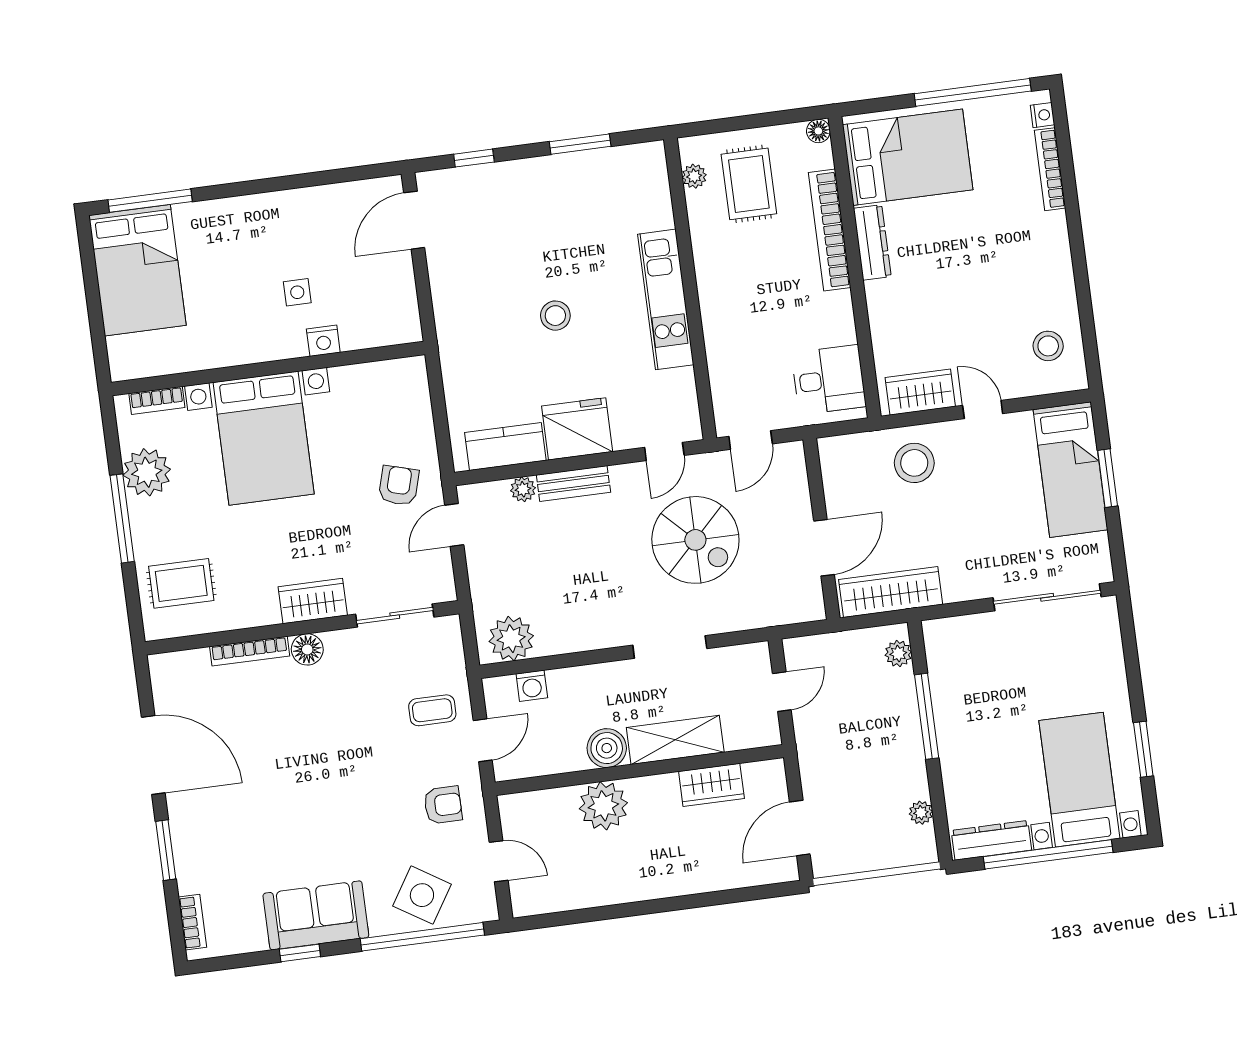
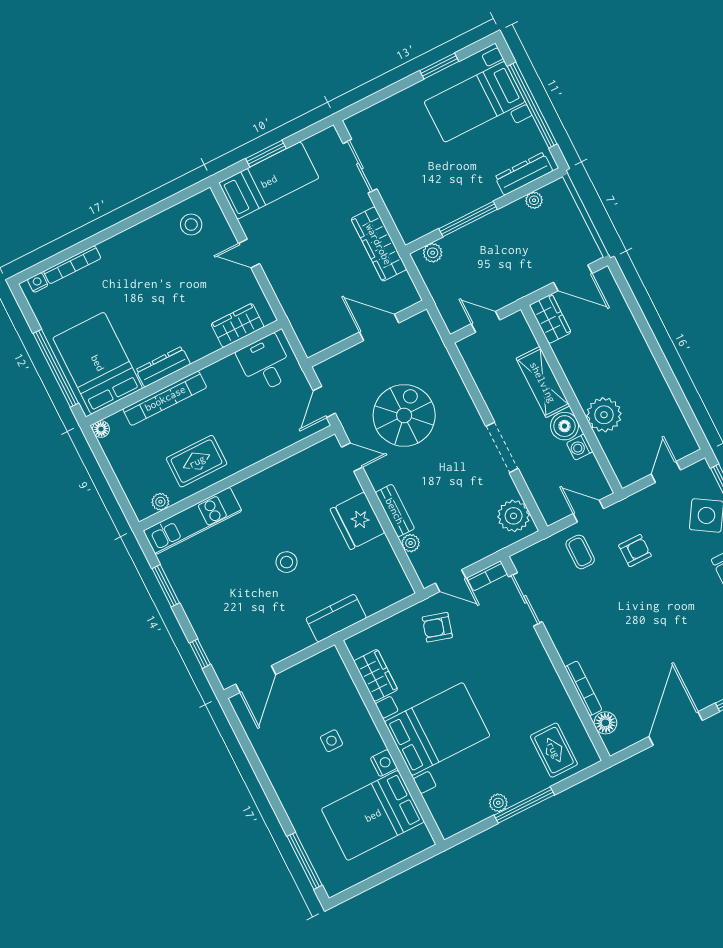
window: (973, 92) -> (56, 368), moved
rug: (749, 184) -> (197, 461), moved
door: (414, 220) -> (256, 679), hinge flipped
bed: (137, 270) -> (373, 815), moved, turned 180
kitchen unit: (666, 299) -> (192, 521), moved
nightstand: (323, 341) -> (384, 763), moved
wardrobe: (920, 392) -> (237, 325), moved, turned 90
bookcase: (157, 400) -> (487, 576), moved, turned 90
door: (983, 409) -> (249, 253), hinge flipped
door: (751, 440) -> (324, 402), swing flipped
kitchen counter: (505, 446) -> (336, 618), moved, turned 90
stool: (914, 463) -> (301, 287), removed
plant: (147, 472) -> (498, 803), width x0.53, depth x0.53
wardrobe: (891, 592) -> (379, 244), moved
sliding door: (1047, 597) -> (360, 166), width x0.73
wardrobe: (313, 601) -> (376, 675), moved, turned 180
doorway: (670, 647) -> (502, 447), moved
floor lamp: (307, 649) -> (605, 723), moved
washing machine: (532, 686) -> (580, 447), moved, turned 180
wardrobe: (711, 785) -> (550, 319), moved
armchair: (443, 805) -> (635, 551), moved, turned 90
dresser: (991, 840) -> (524, 174), moved, turned 90

